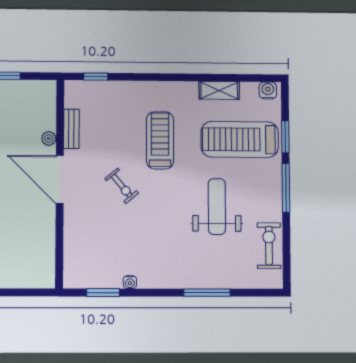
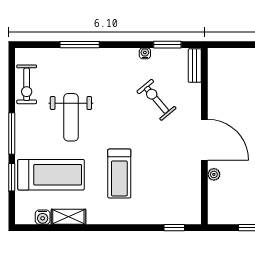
water cooler: (268, 90) -> (43, 217), moved
bench: (71, 129) -> (195, 66), moved
exercise bike: (122, 186) -> (156, 100), moved, width x1.38, depth x1.39

